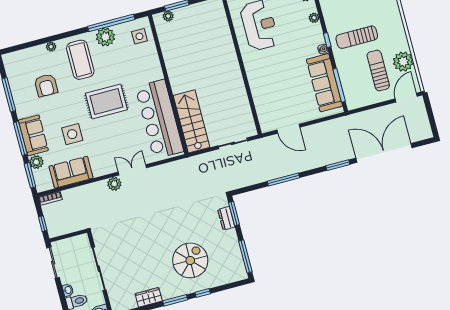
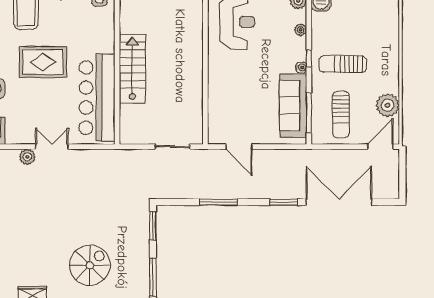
sun lounger: (378, 70) -> (341, 114), moved, turned 180
stairs: (192, 121) -> (132, 69), moved
dresser: (226, 218) -> (143, 229), removed

